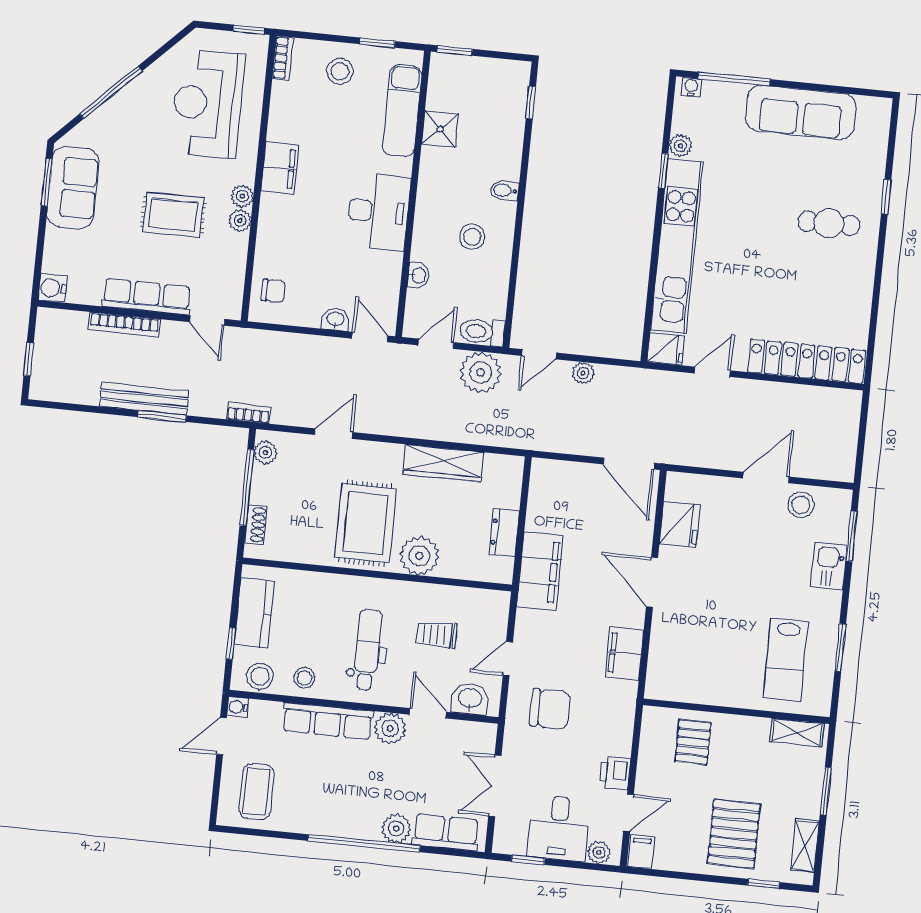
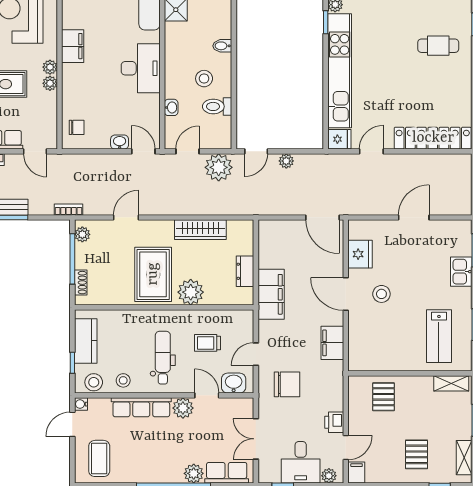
toilet: (482, 332) -> (217, 106), moved
stool: (801, 505) -> (381, 294), moved
pallet: (734, 834) -> (417, 454), width x0.67, depth x0.71

